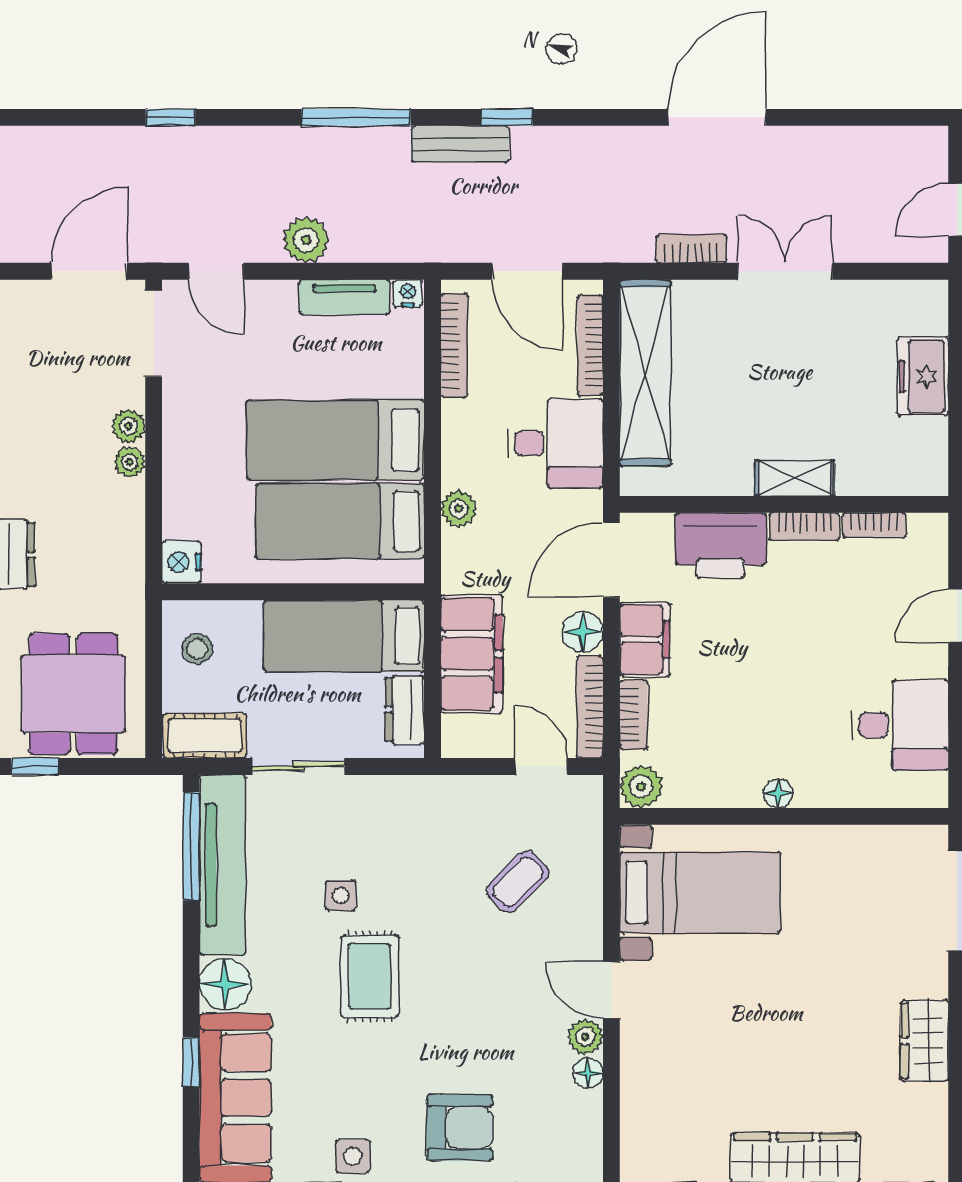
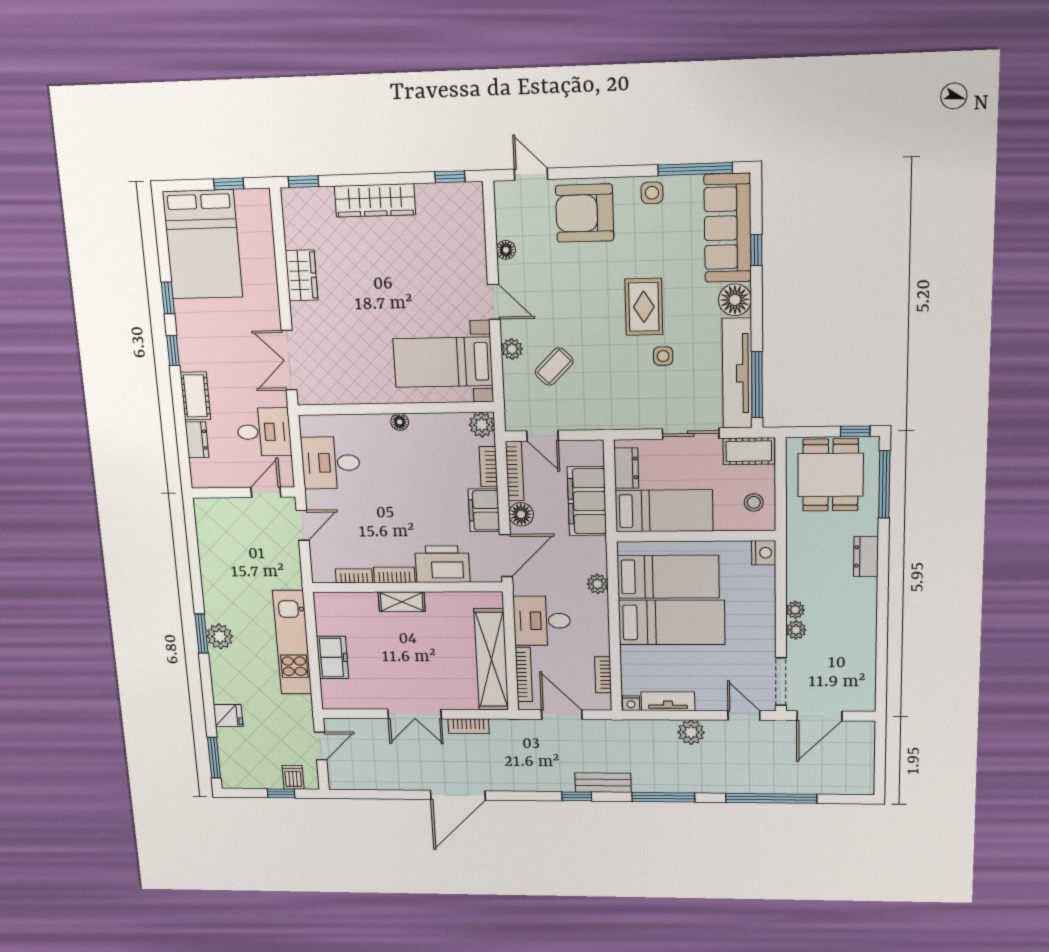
window: (170, 117) -> (771, 798), width x3.17
bookcase: (454, 345) -> (603, 675), width x0.64
plant: (585, 1037) -> (512, 349), moved
armchair: (460, 1128) -> (585, 213), width x1.36, depth x1.36

